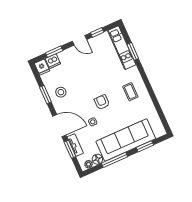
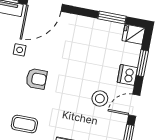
dishwasher: (53, 61) -> (127, 75), moved
stool: (61, 92) -> (100, 98), moved
window: (45, 95) -> (112, 17), moved

